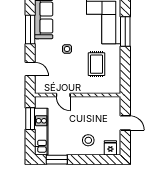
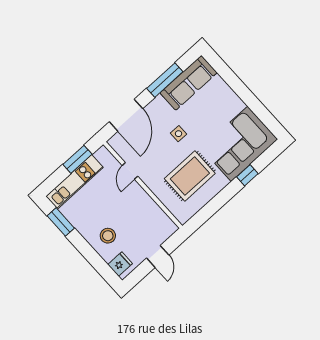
window: (125, 32) -> (247, 175), width x0.46
rug: (96, 64) -> (190, 176), width x1.36, depth x1.43
door: (30, 69) -> (126, 115), width x1.88

